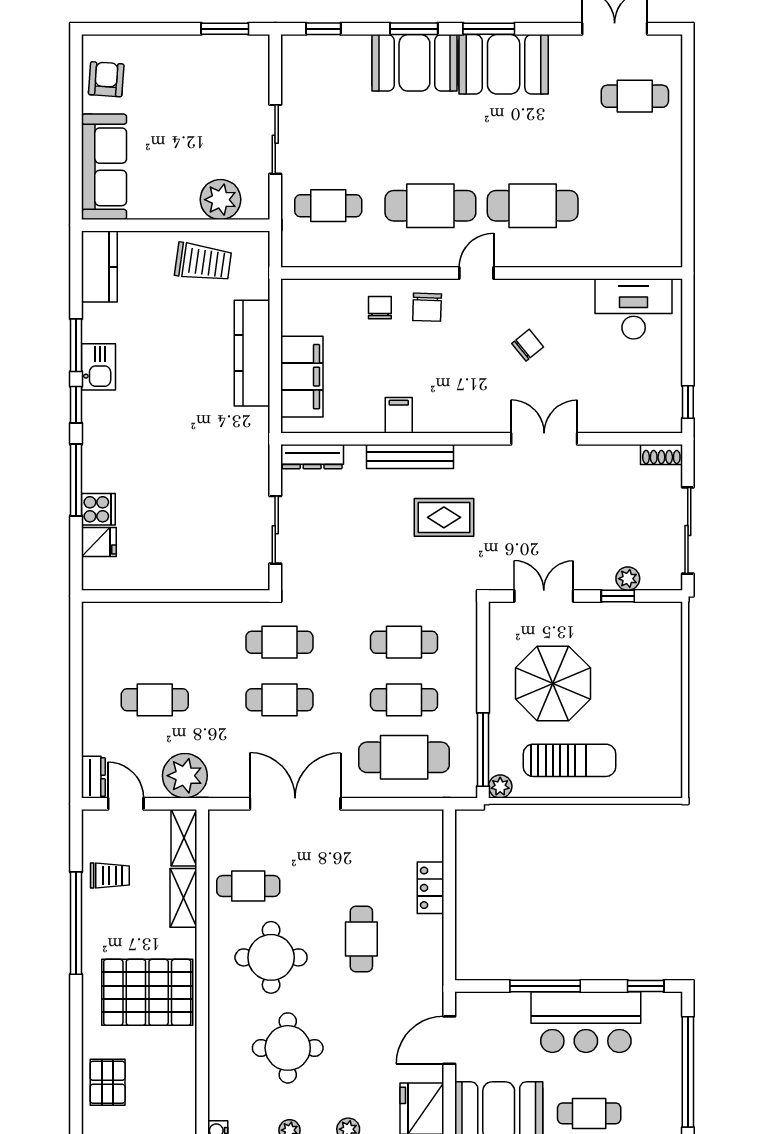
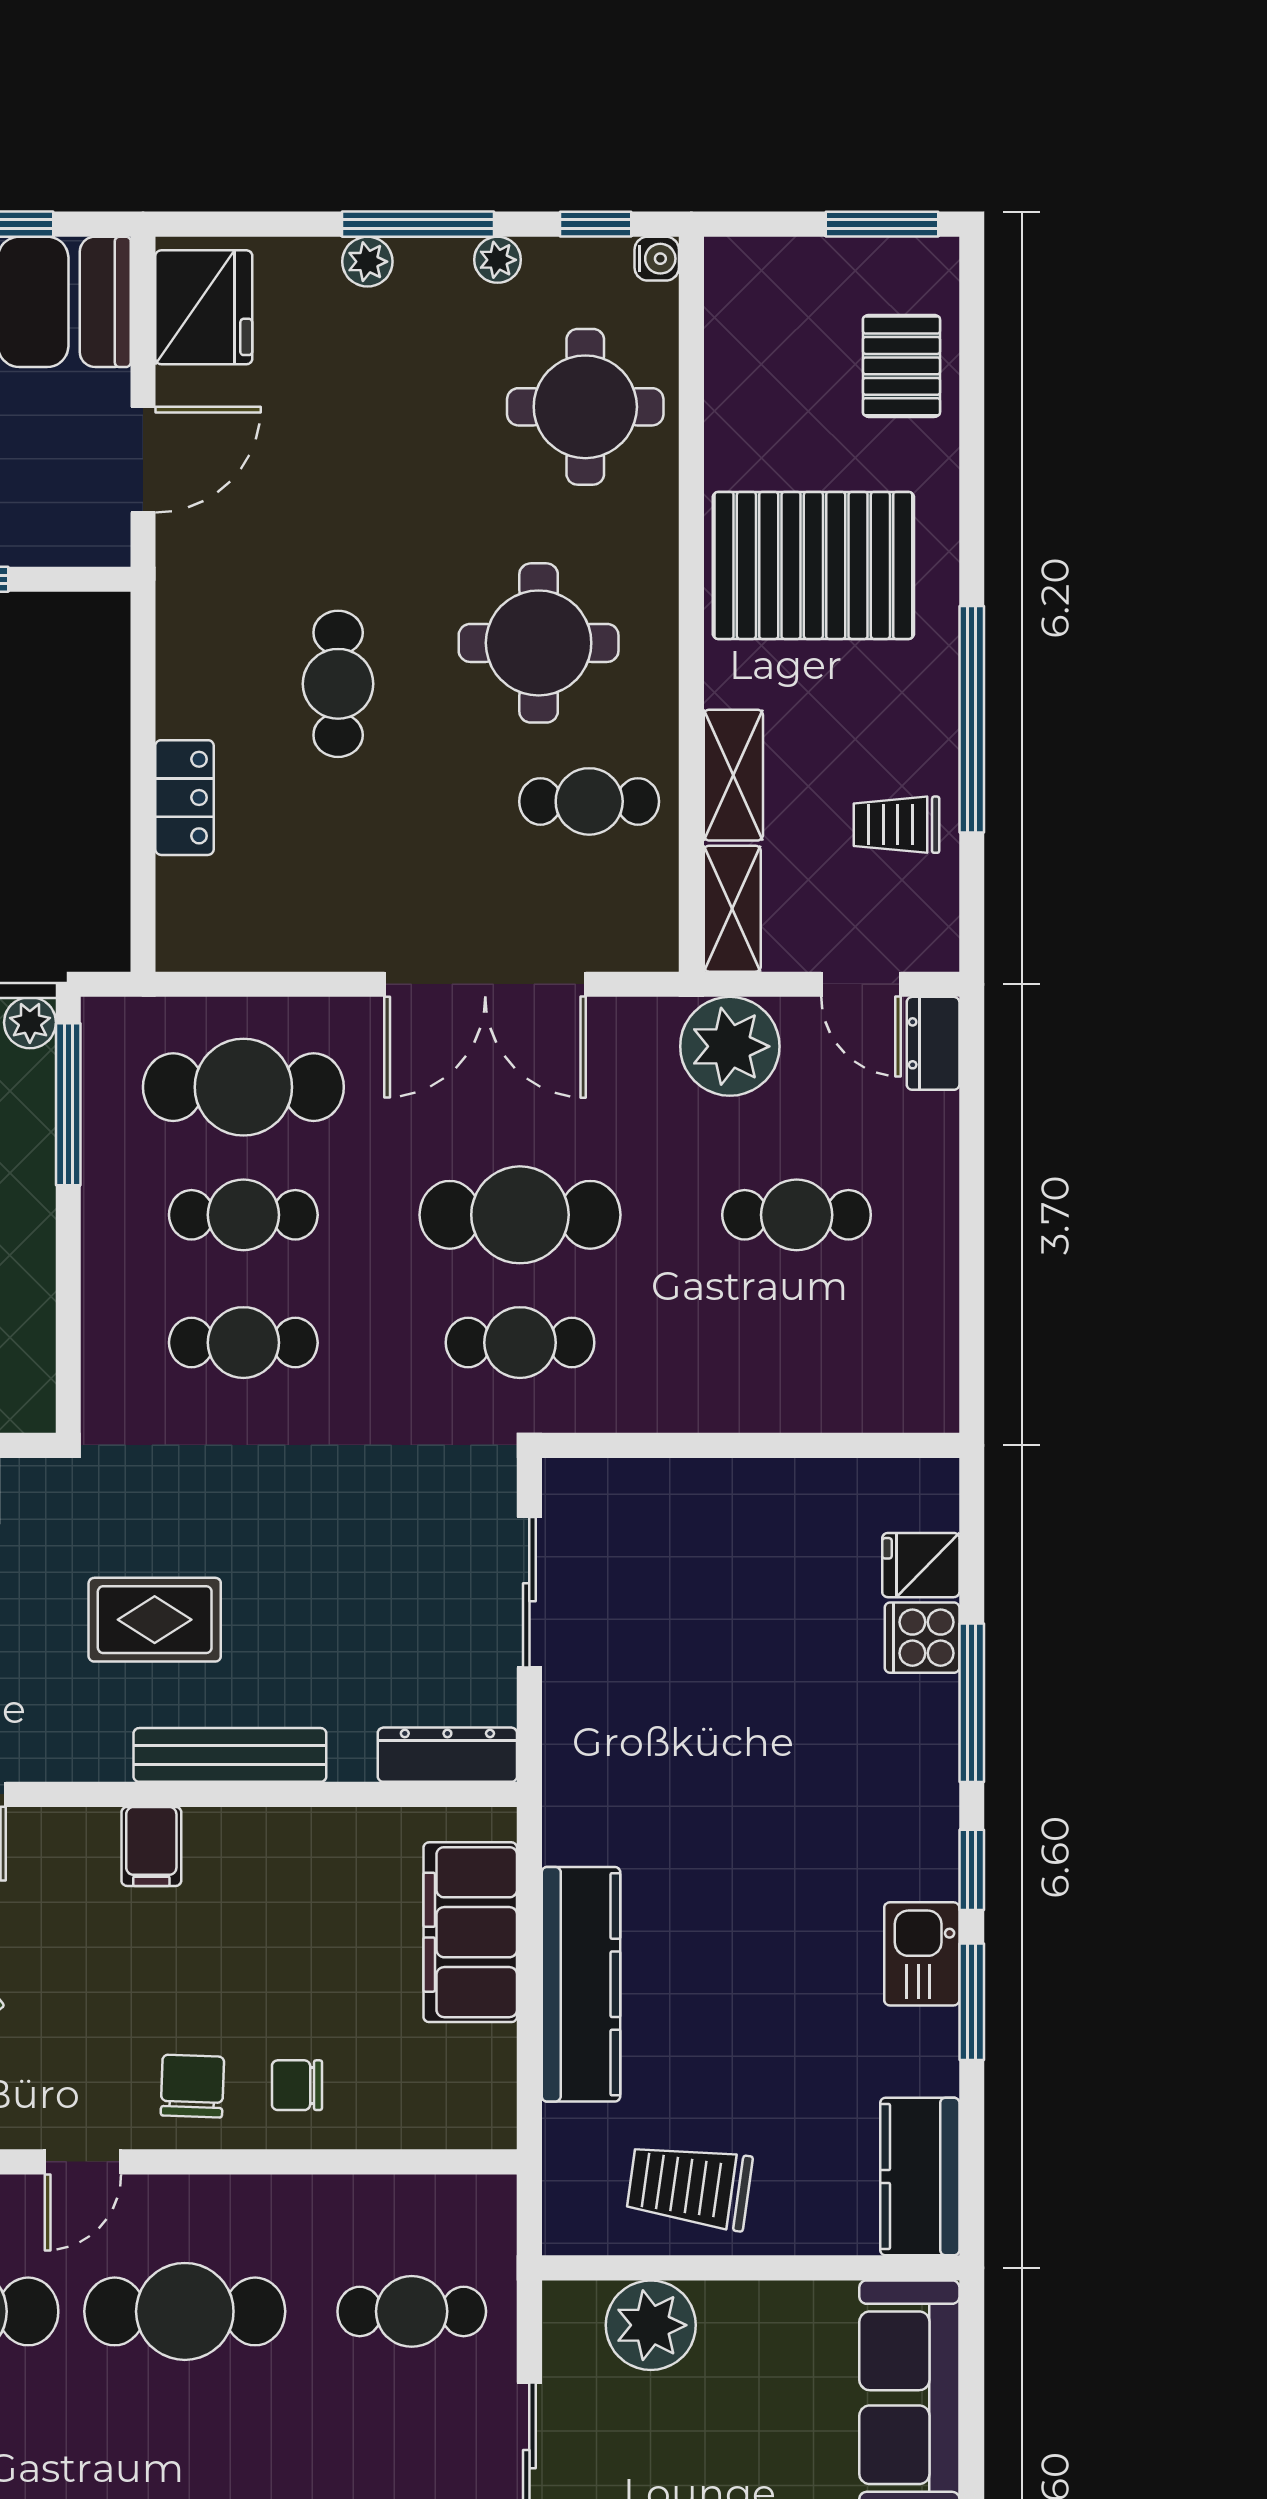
chair: (380, 308) -> (297, 2085), turned 90
filing cabinet: (399, 415) -> (151, 1846), moved
cafe table: (279, 700) -> (520, 1215), width x1.37, depth x1.35
round table: (288, 1048) -> (585, 407), moved

